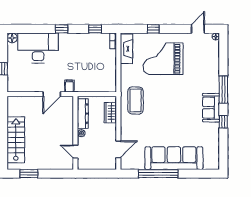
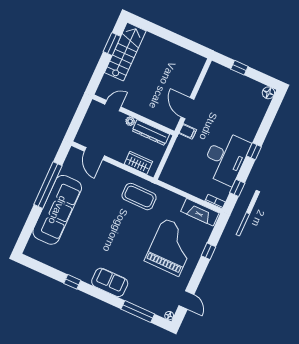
desk: (38, 48) -> (226, 158), moved
window: (223, 90) -> (138, 312), moved
sofa: (211, 108) -> (110, 282), moved
stairs: (16, 140) -> (125, 52), moved, turned -90

